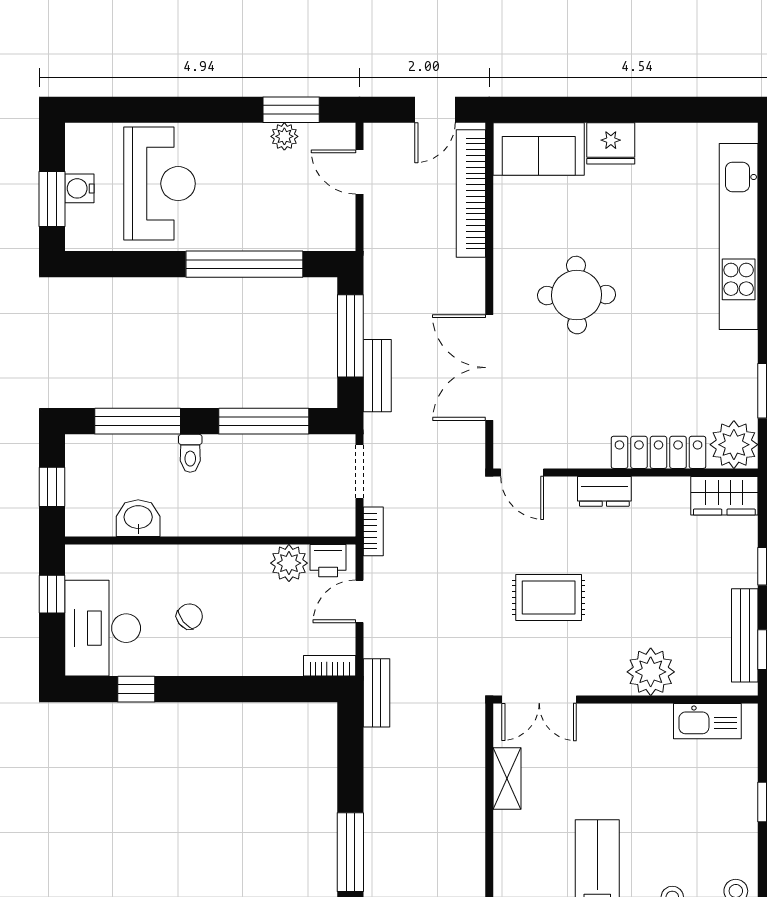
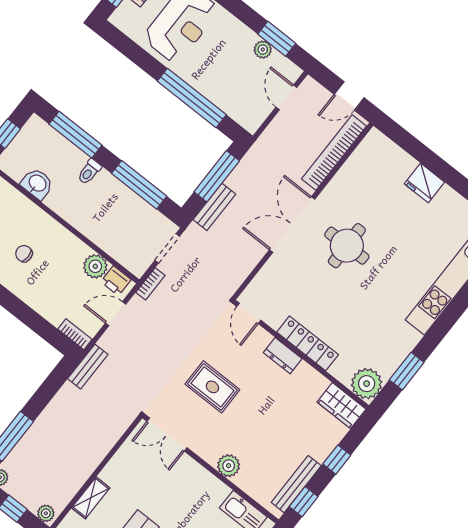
sofa: (539, 149) -> (386, 157), removed
double door: (489, 368) -> (292, 225), moved
locker: (659, 452) -> (308, 343), moved
chair: (189, 616) -> (24, 254), turned -141
plant: (651, 672) -> (229, 466), width x0.73, depth x0.73
shelving: (507, 779) -> (91, 498), moved

